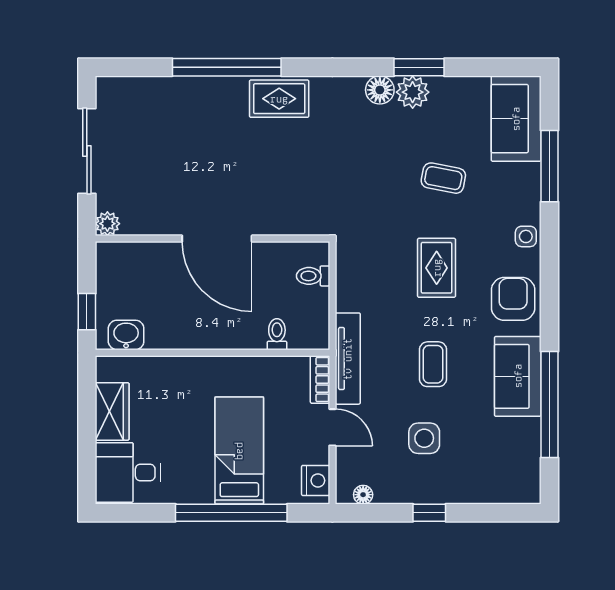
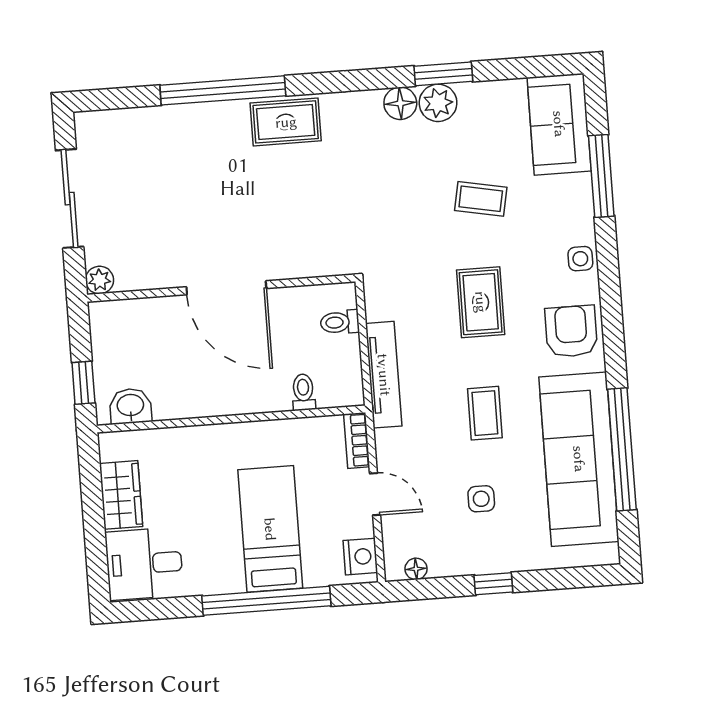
tv unit: (348, 359) -> (384, 375), moved
sofa: (518, 376) -> (579, 459), width x1.85, depth x1.27
side table: (424, 438) -> (481, 499), width x0.73, depth x0.73

